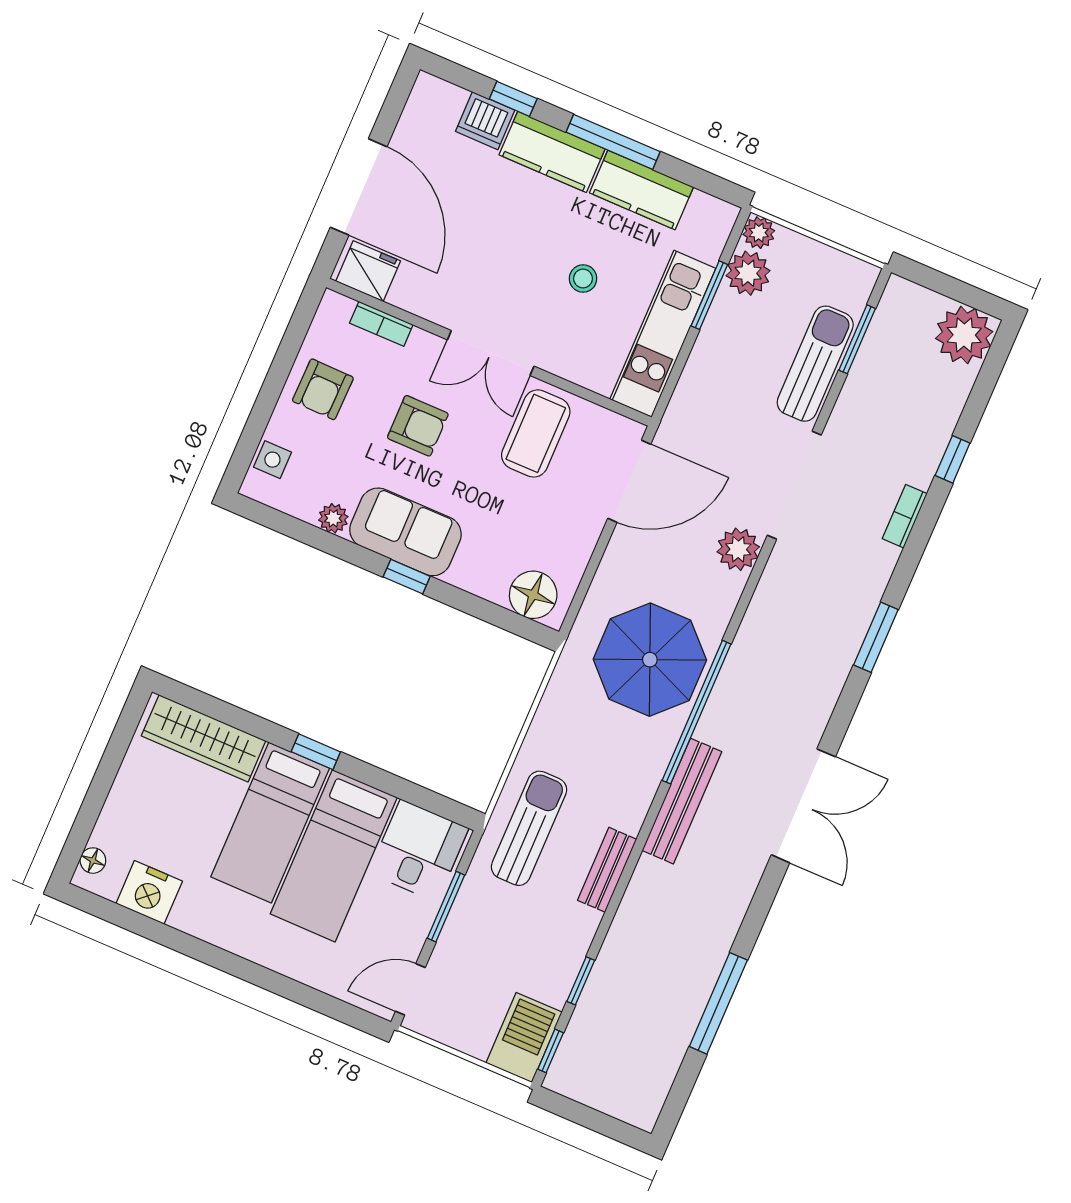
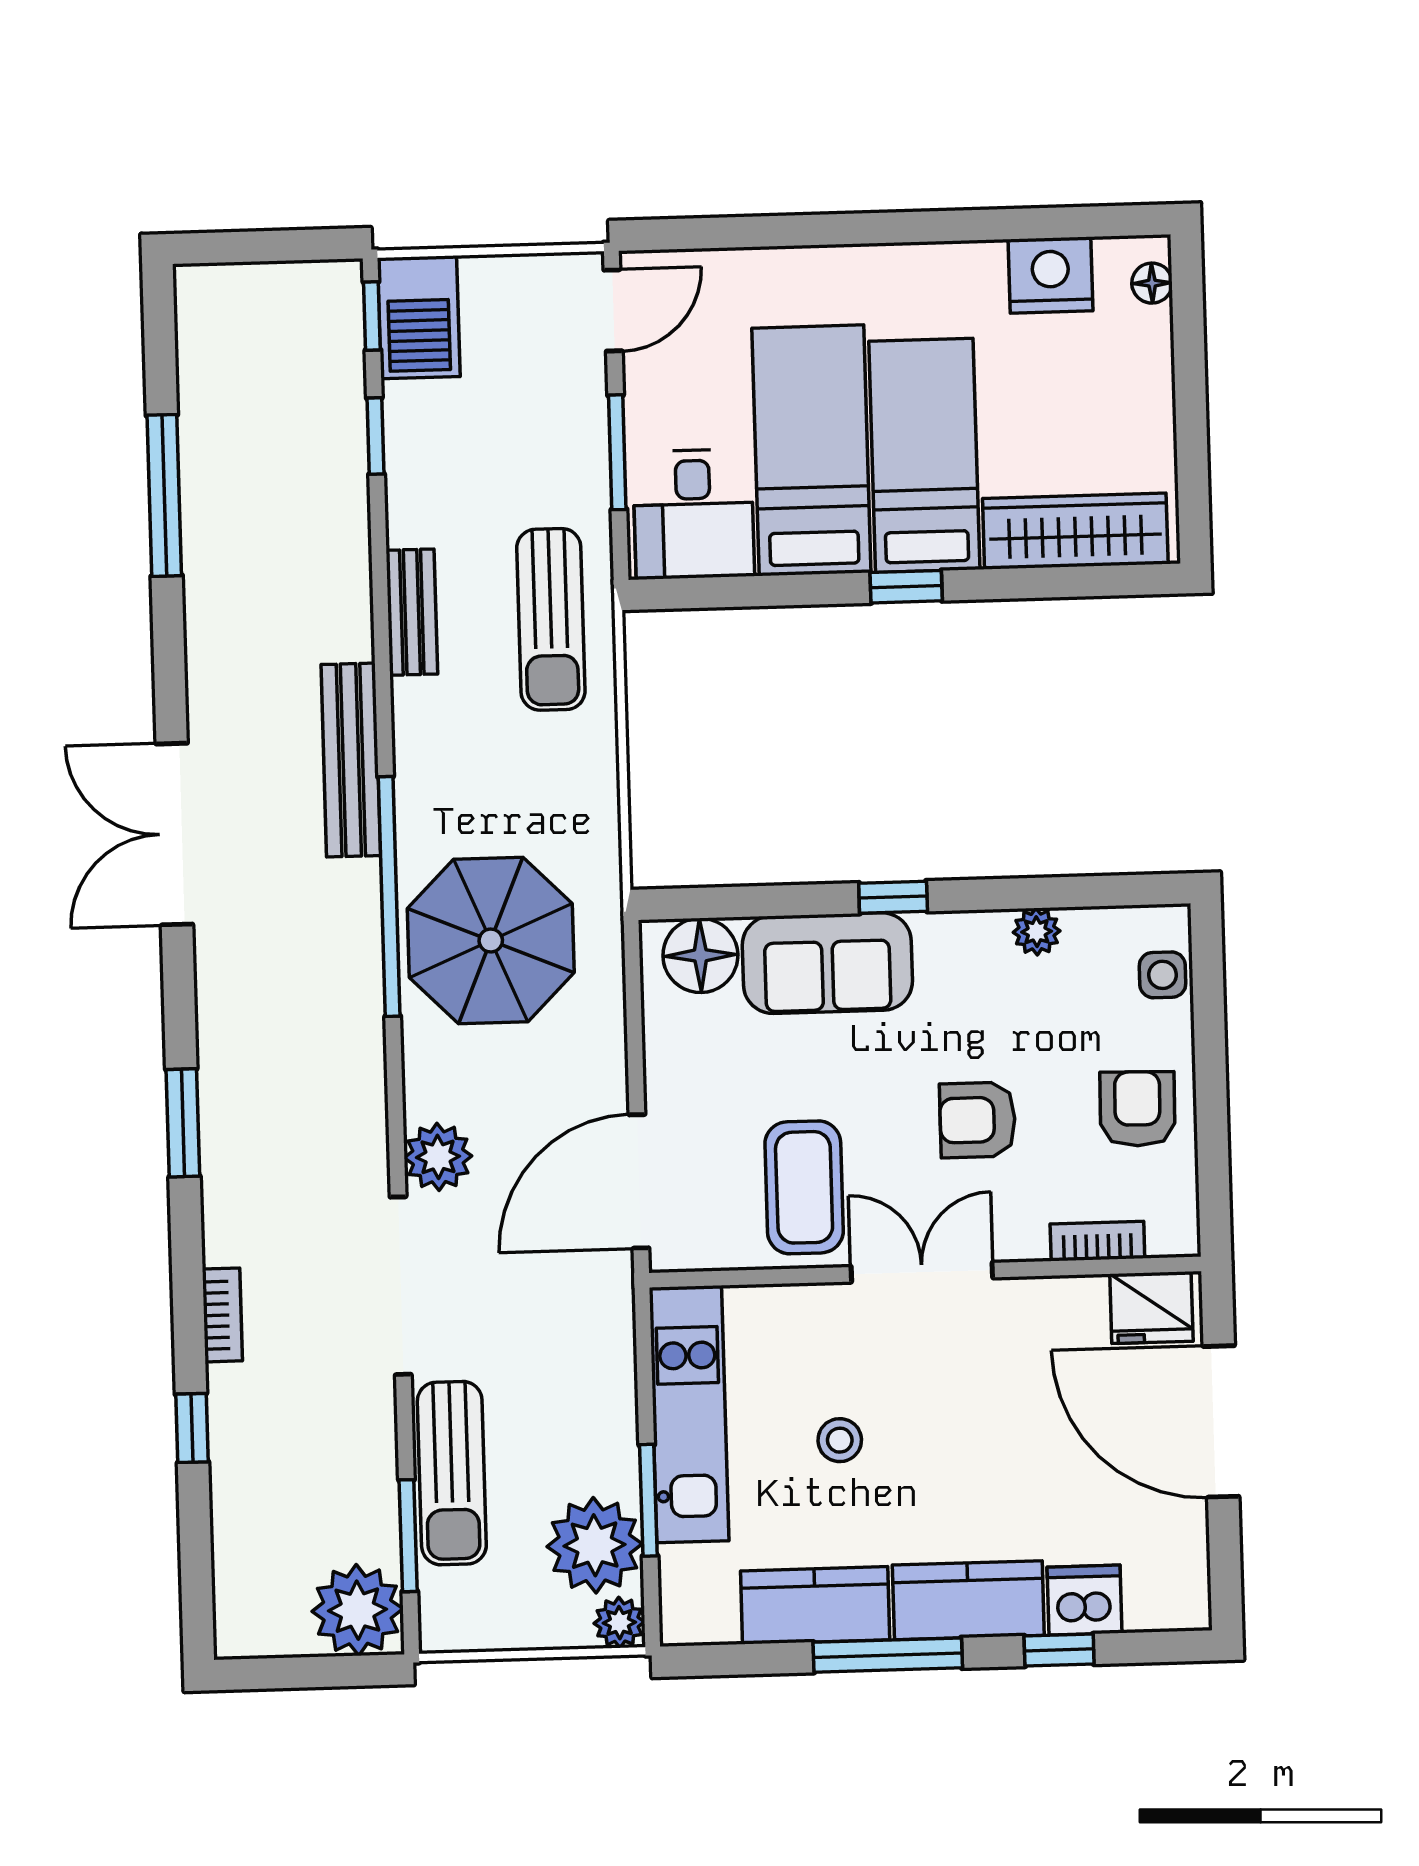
plant: (748, 273) -> (595, 1545), width x1.36, depth x1.36
plant: (964, 335) -> (357, 1610), moved
sofa: (405, 532) -> (827, 963), moved

